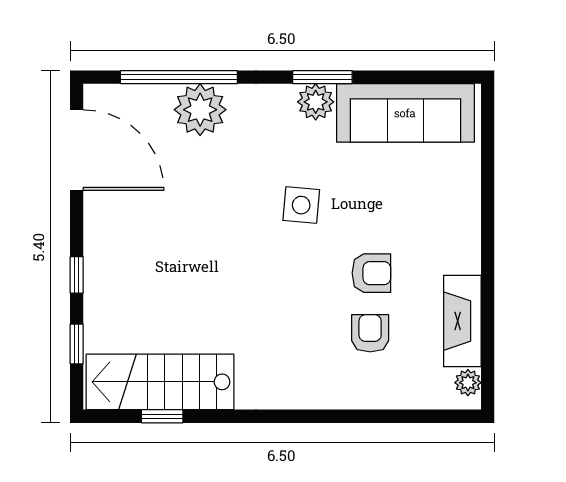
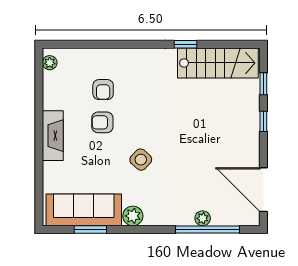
window: (322, 77) -> (90, 229), moved
plant: (200, 110) -> (203, 218), width x0.53, depth x0.53
side table: (301, 205) -> (141, 160), turned 37
fireplace: (462, 321) -> (53, 136), moved
window: (162, 416) -> (186, 44), moved

